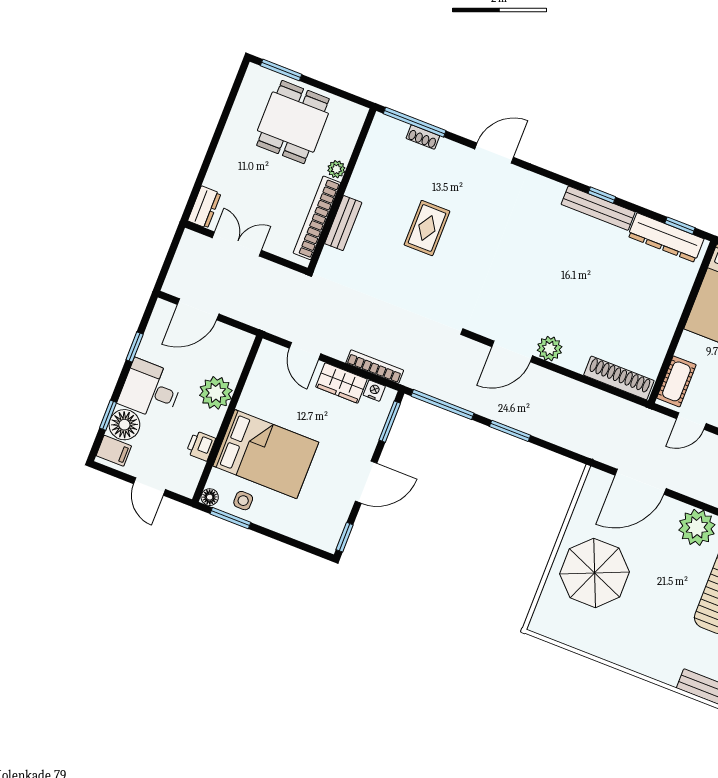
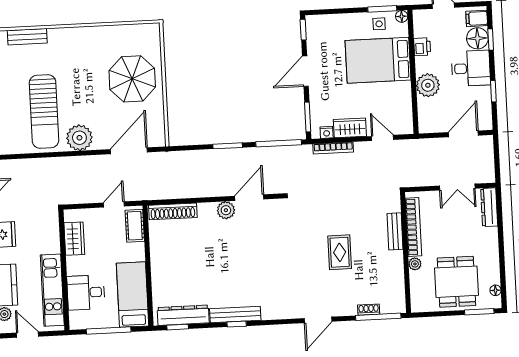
floor lamp: (248, 88) -> (495, 290), added
dresser: (204, 207) -> (489, 207), width x1.44

